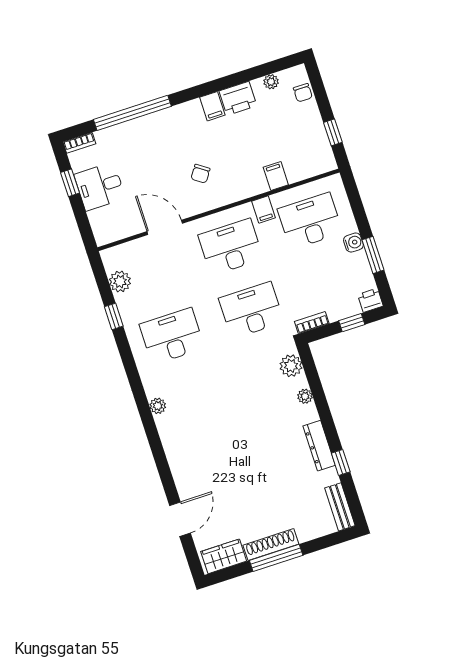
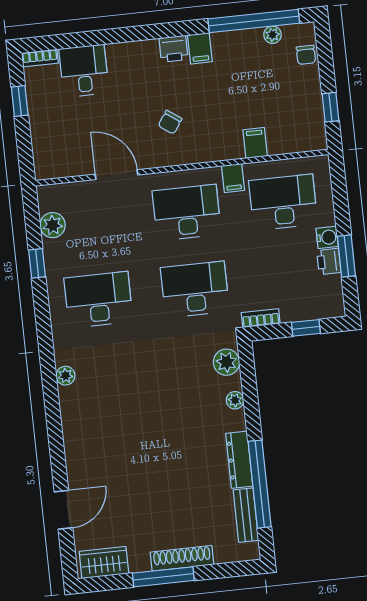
printer: (238, 98) -> (174, 49), moved, width x0.73, depth x0.81
window: (132, 113) -> (254, 21), moved
desk: (100, 186) -> (84, 71), moved, turned 90
printer: (370, 300) -> (329, 262), moved, turned -90
window: (341, 462) -> (260, 484), width x3.17
bench: (340, 507) -> (246, 515), moved
shoe rack: (271, 545) -> (182, 558), moved

